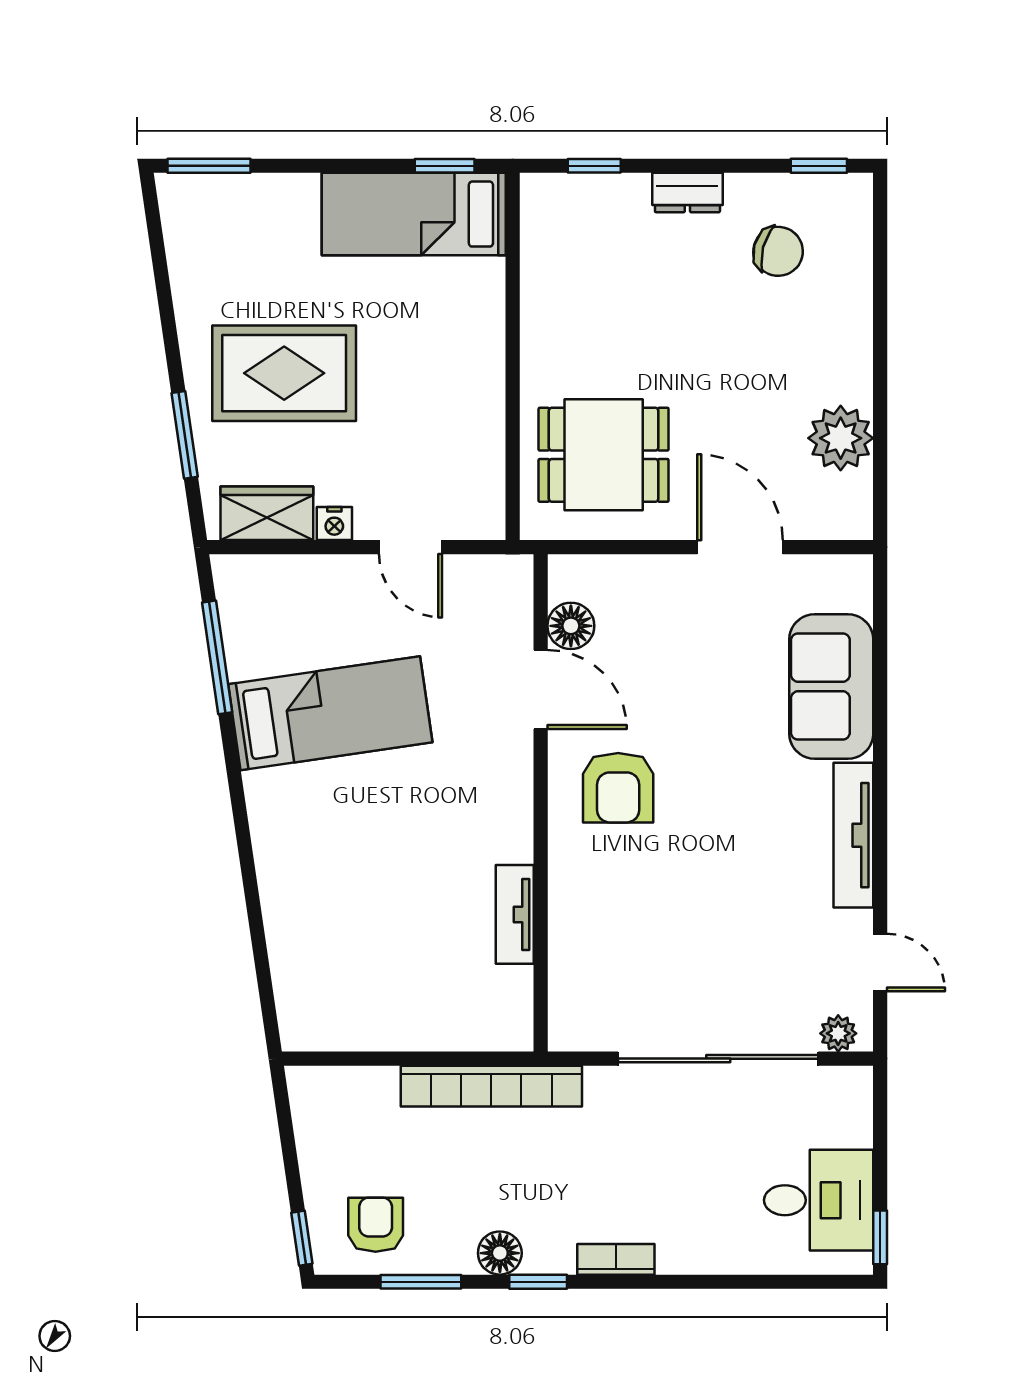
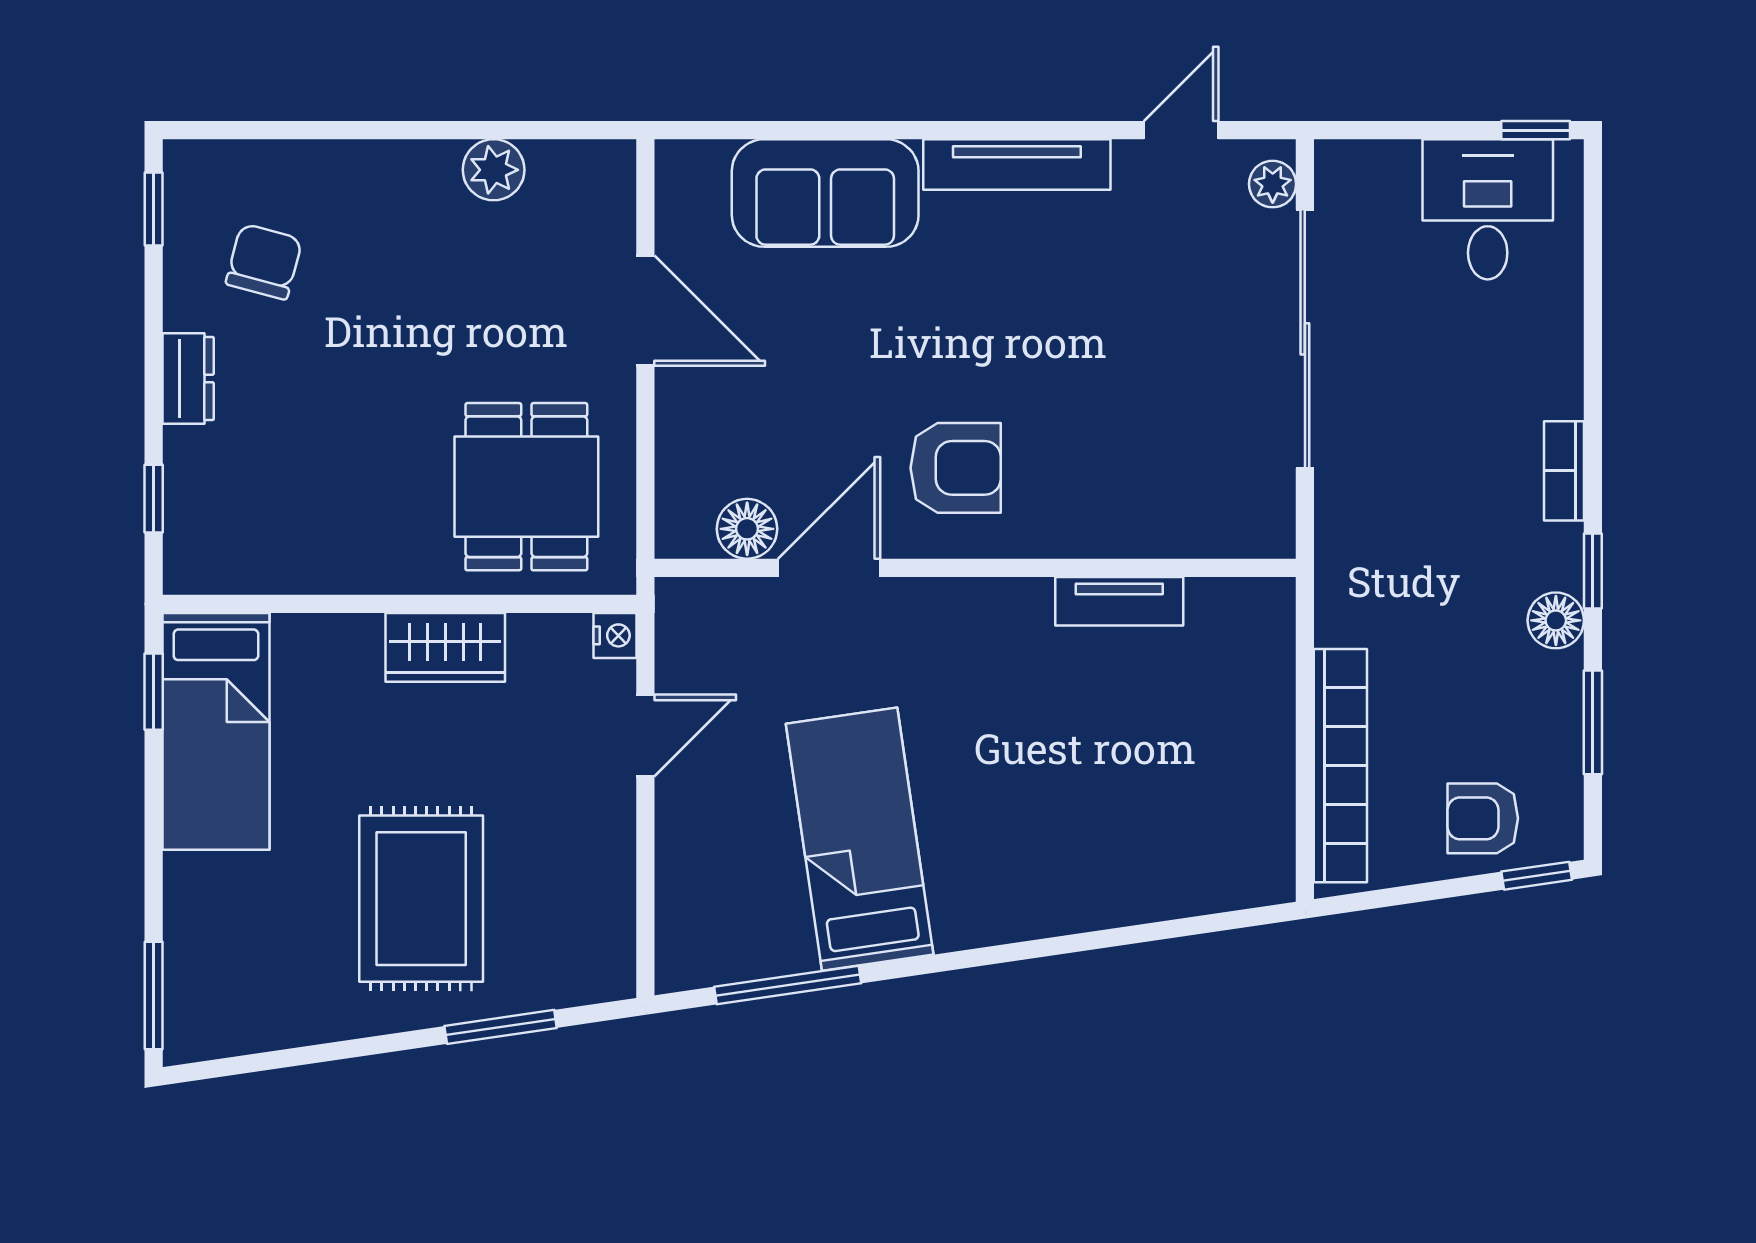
plant: (841, 438) -> (494, 170), width x0.73, depth x0.73
wardrobe: (267, 513) -> (445, 647), moved, turned -90
nightstand: (334, 524) -> (615, 635), moved
door: (740, 547) -> (645, 311), swing flipped
bookcase: (491, 1086) -> (1340, 766), moved
armchair: (376, 1225) -> (1483, 818), moved

